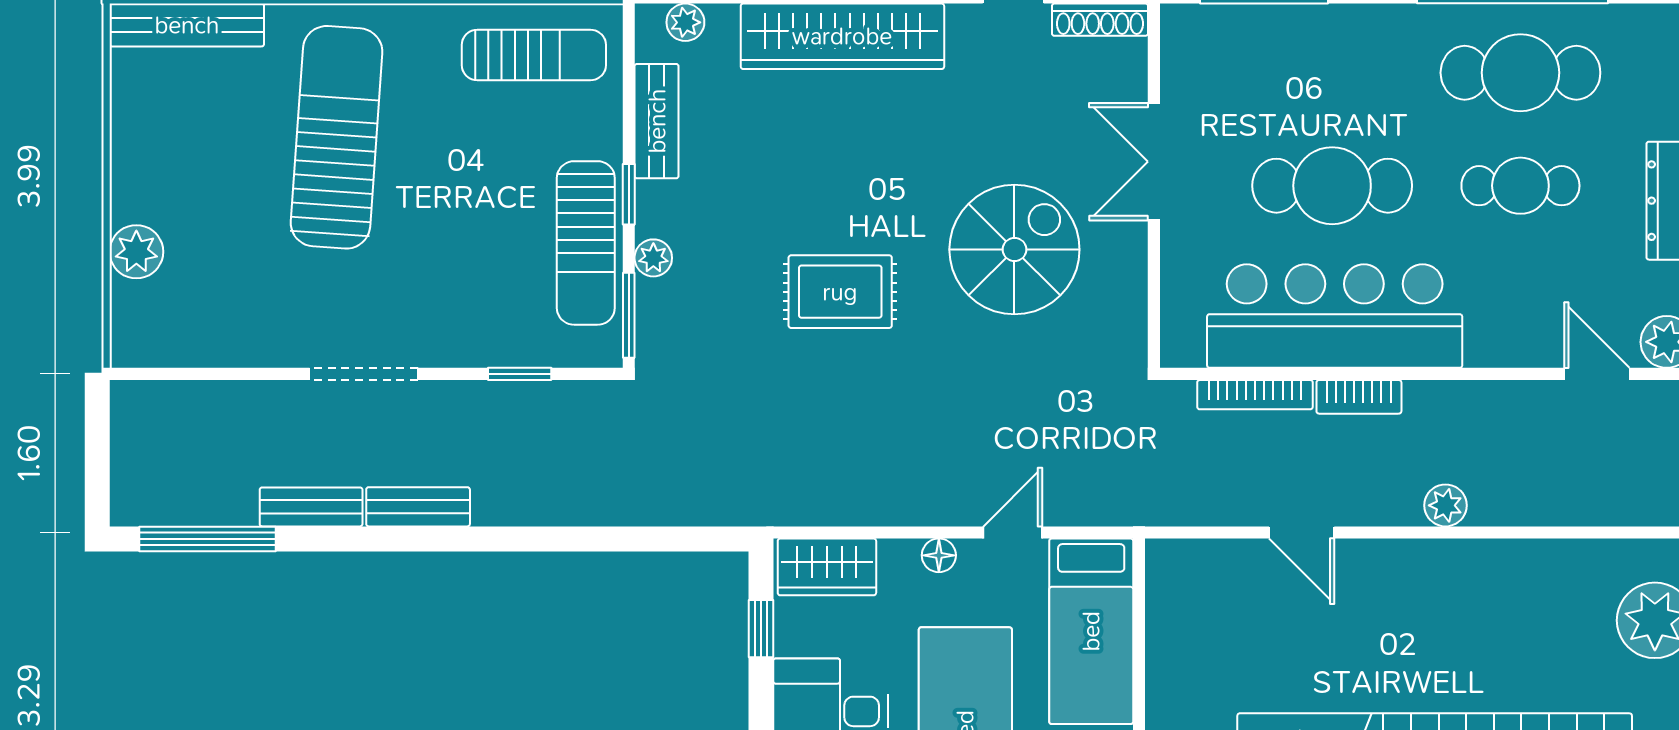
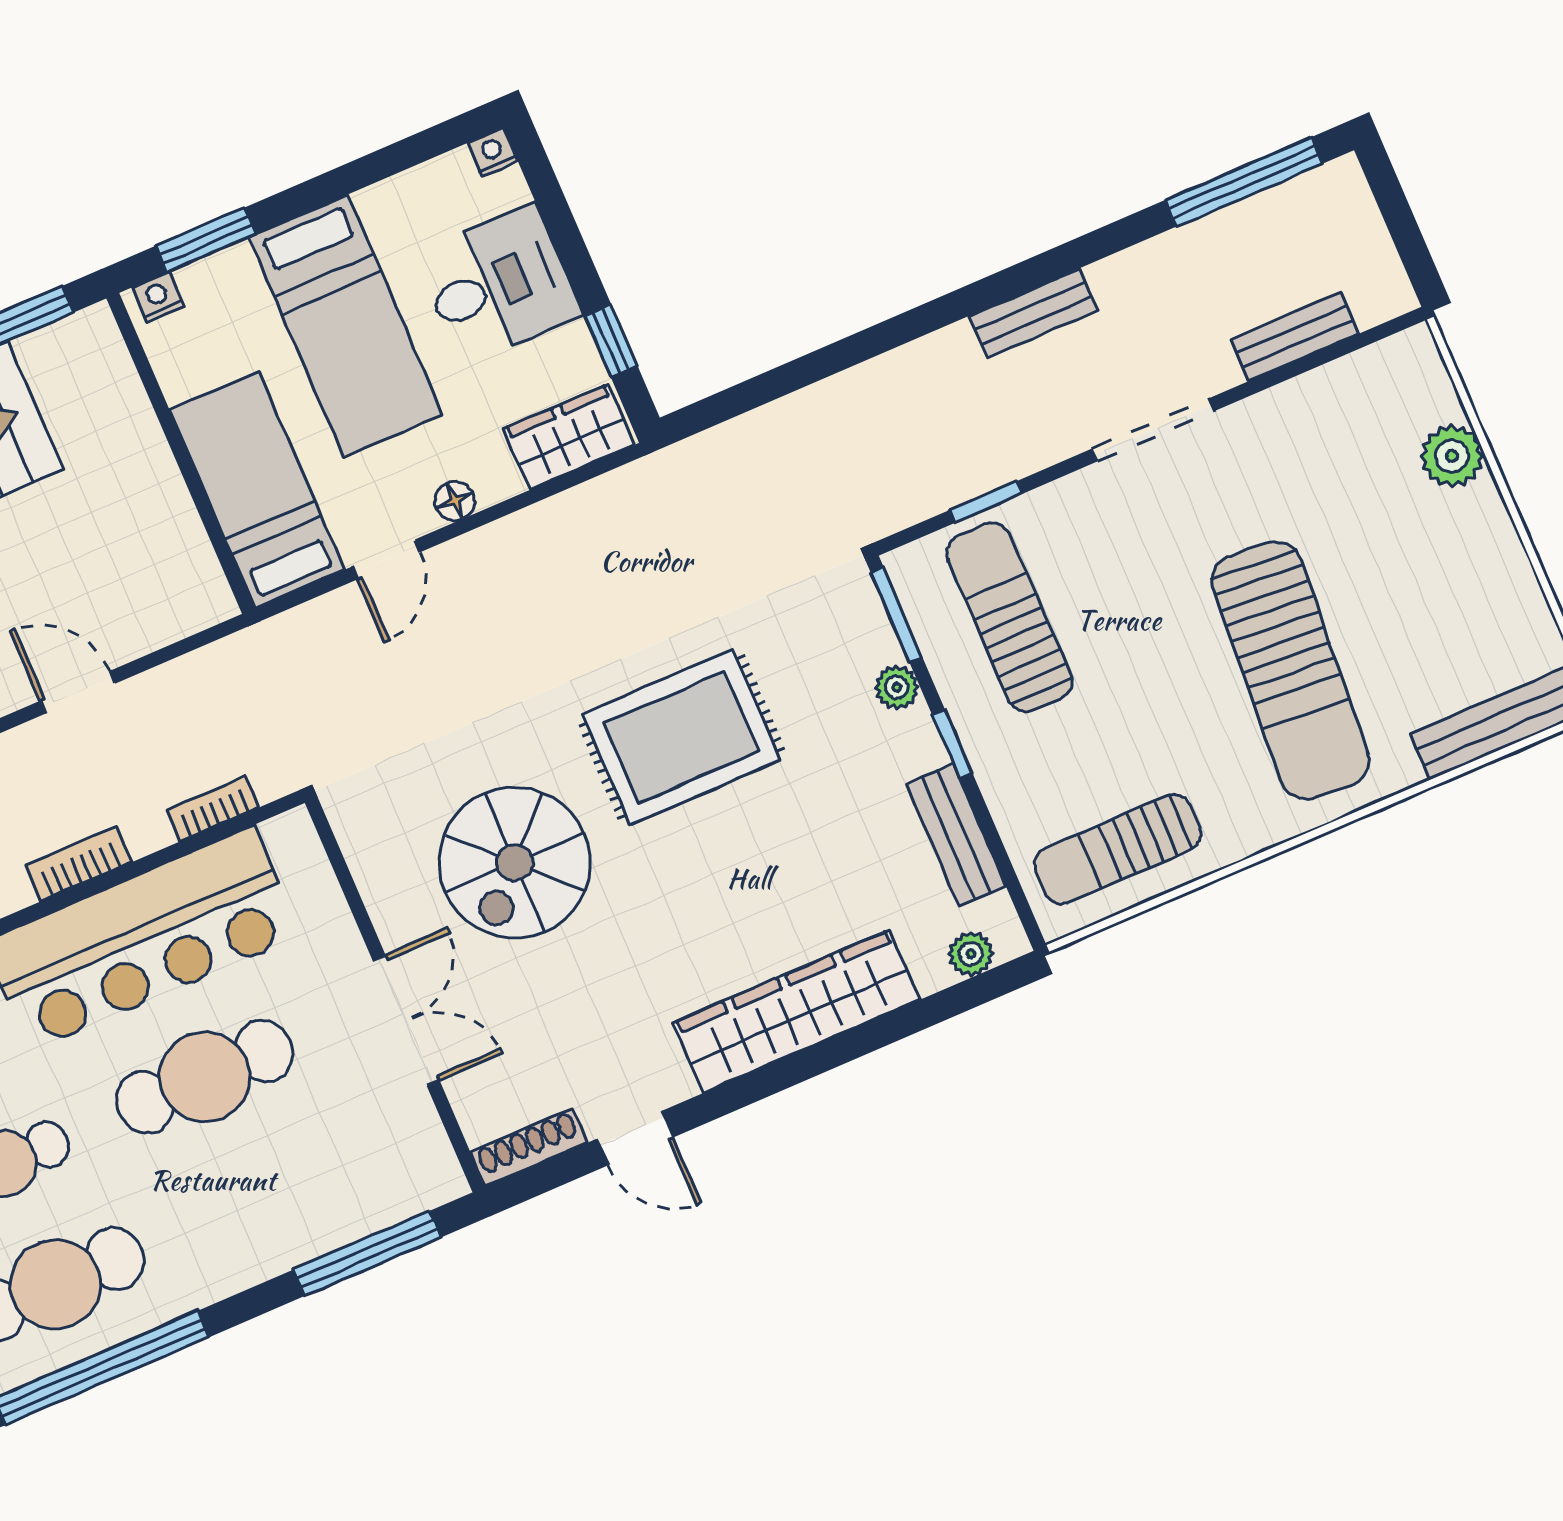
sun lounger: (586, 243) -> (1009, 617), moved
rug: (840, 292) -> (681, 737), width x1.36, depth x1.43
bookcase: (1255, 395) -> (213, 809), width x0.64
bench: (311, 507) -> (1295, 336), moved

